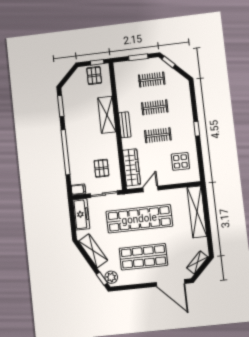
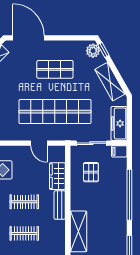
bench: (125, 125) -> (60, 205), moved
wardrobe: (131, 167) -> (57, 176), width x0.67
door: (150, 189) -> (39, 143), hinge flipped
shop shelf: (143, 257) -> (55, 69), width x0.70, depth x0.74

